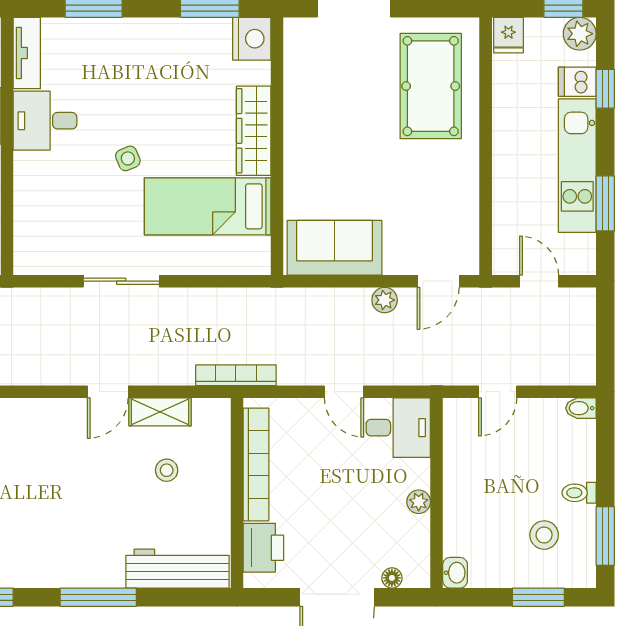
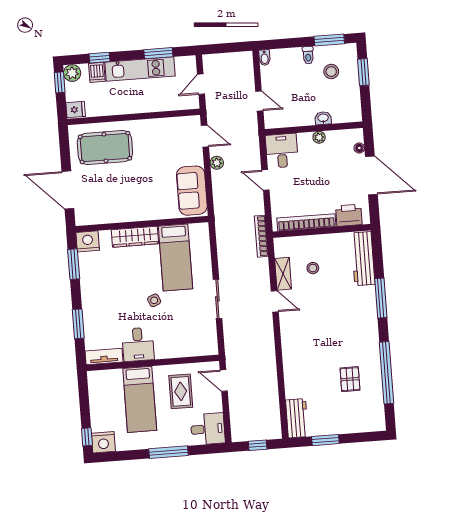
door: (344, 392) -> (265, 180), swing flipped
washbasin: (455, 573) -> (323, 118), moved

